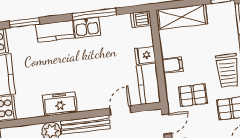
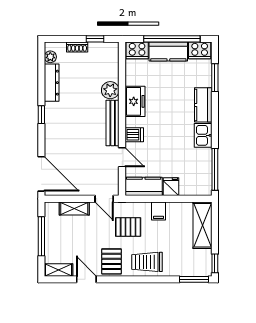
window: (94, 14) -> (215, 169), moved
dishwasher: (141, 19) -> (134, 135), moved, turned 90
pallet: (193, 95) -> (128, 227), turned 90

